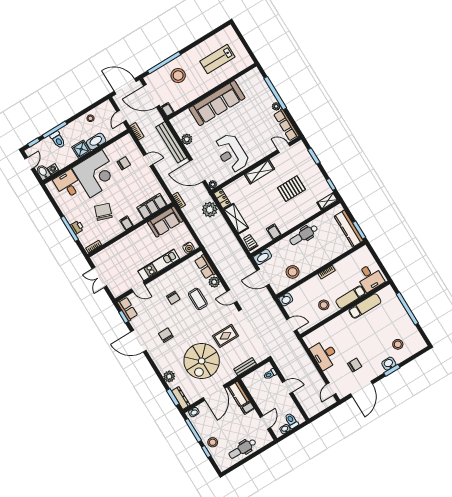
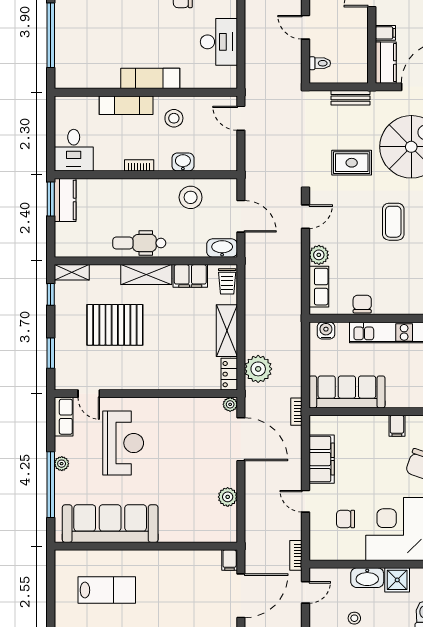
stool: (178, 75) -> (182, 602), removed
door: (151, 96) -> (241, 596), hinge flipped
sofa: (217, 103) -> (110, 524), moved
row of seats: (286, 125) -> (64, 417), width x0.68
bench: (171, 142) -> (254, 507), removed
reception desk: (231, 153) -> (123, 443), moved
shelving: (260, 172) -> (146, 275), moved
pallet: (291, 189) -> (115, 325), width x1.37, depth x1.41
filing cabinet: (152, 206) -> (322, 459), moved, turned -90
sofa: (165, 222) -> (347, 392), width x1.36
kitchen counter: (349, 229) -> (65, 200), width x0.67
filing cabinet: (274, 232) -> (190, 276), width x2.00
dental chair: (304, 235) -> (139, 243), turned 180
desk: (370, 278) -> (74, 150), moved, turned 180
door: (232, 296) -> (305, 217), hinge flipped
chair: (173, 298) -> (362, 304), moved
coffee table: (198, 299) -> (393, 222), moved
washbasin: (286, 299) -> (183, 162), moved
exam couch: (365, 306) -> (150, 78), moved

